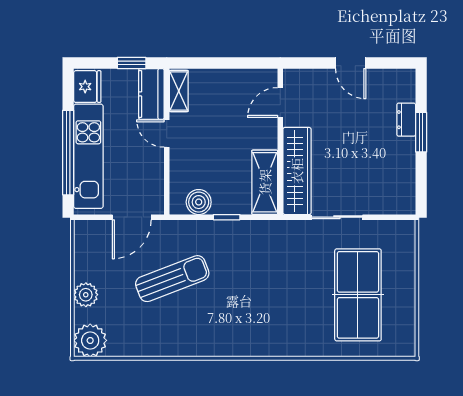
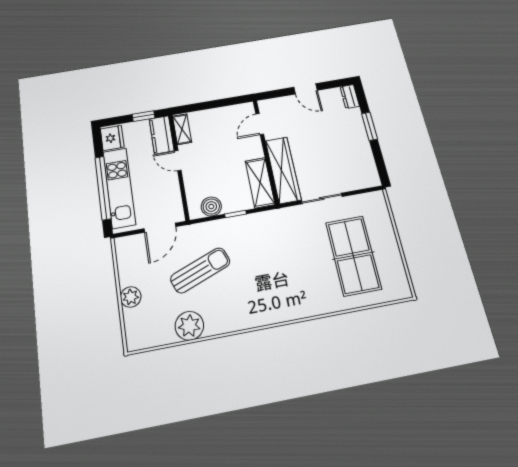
dresser: (406, 120) -> (350, 97), moved
plant: (90, 340) -> (189, 326), moved

